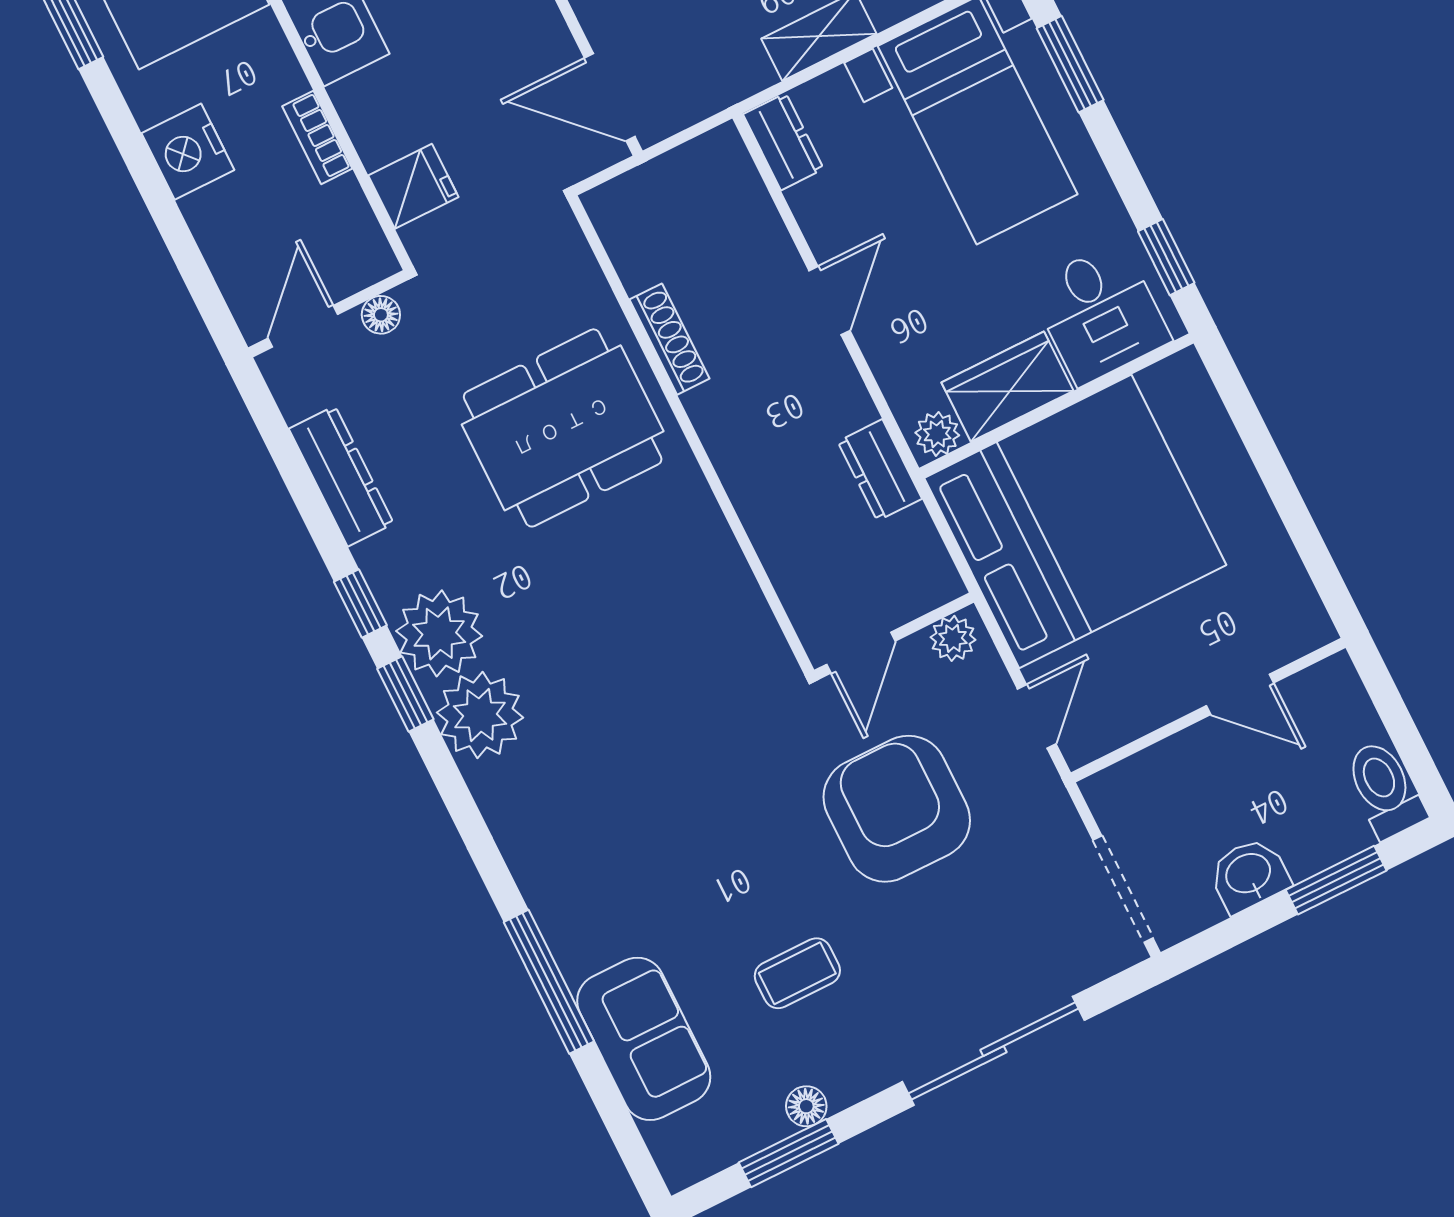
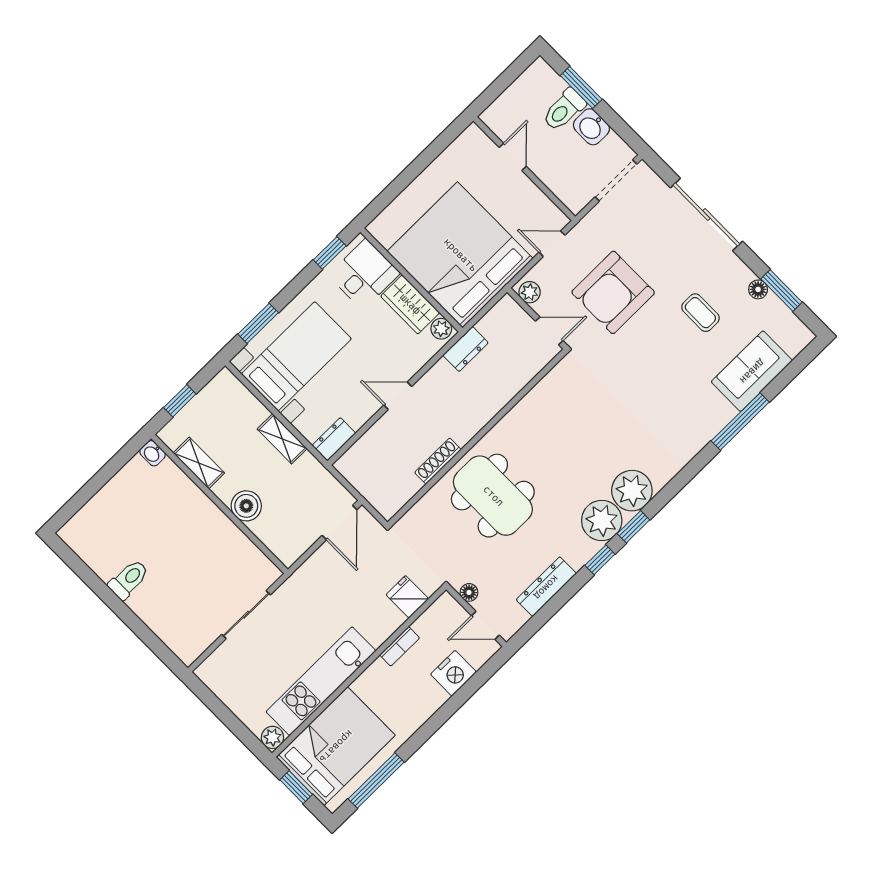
nightstand: (188, 152) -> (453, 673), moved
toilet: (1385, 789) -> (564, 110), moved

